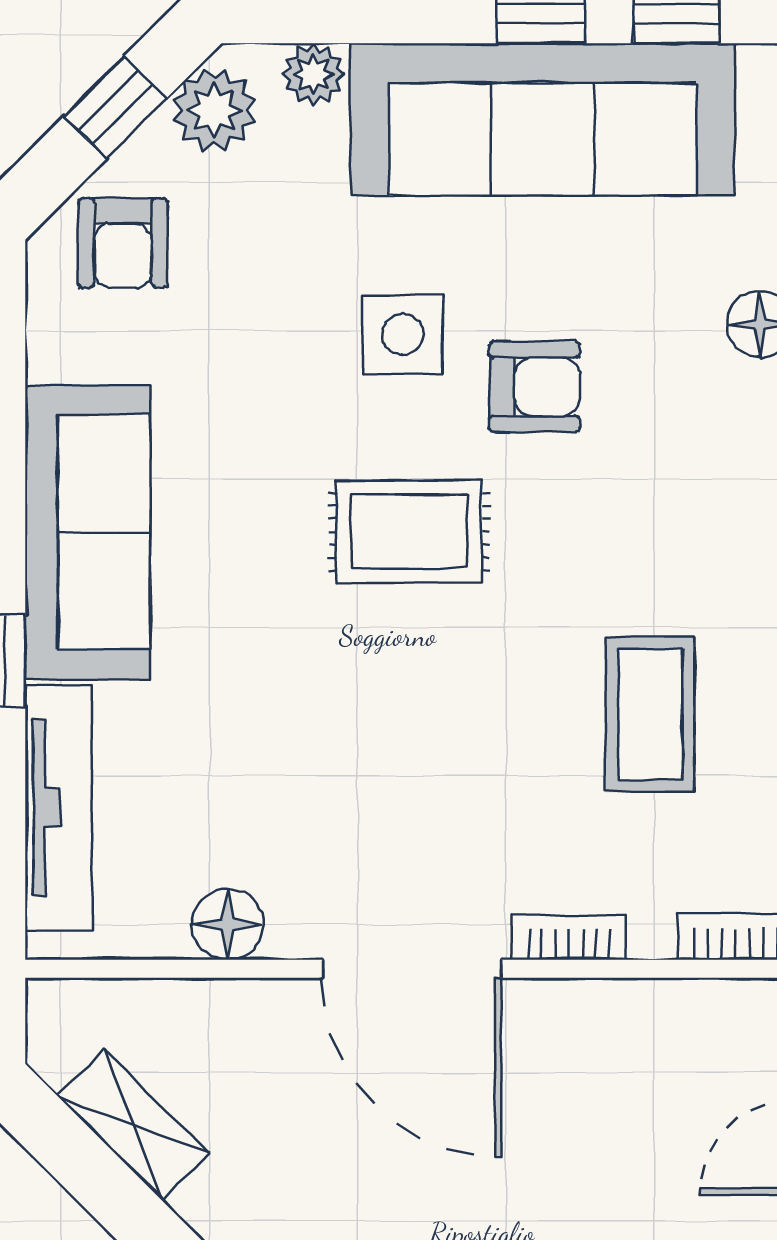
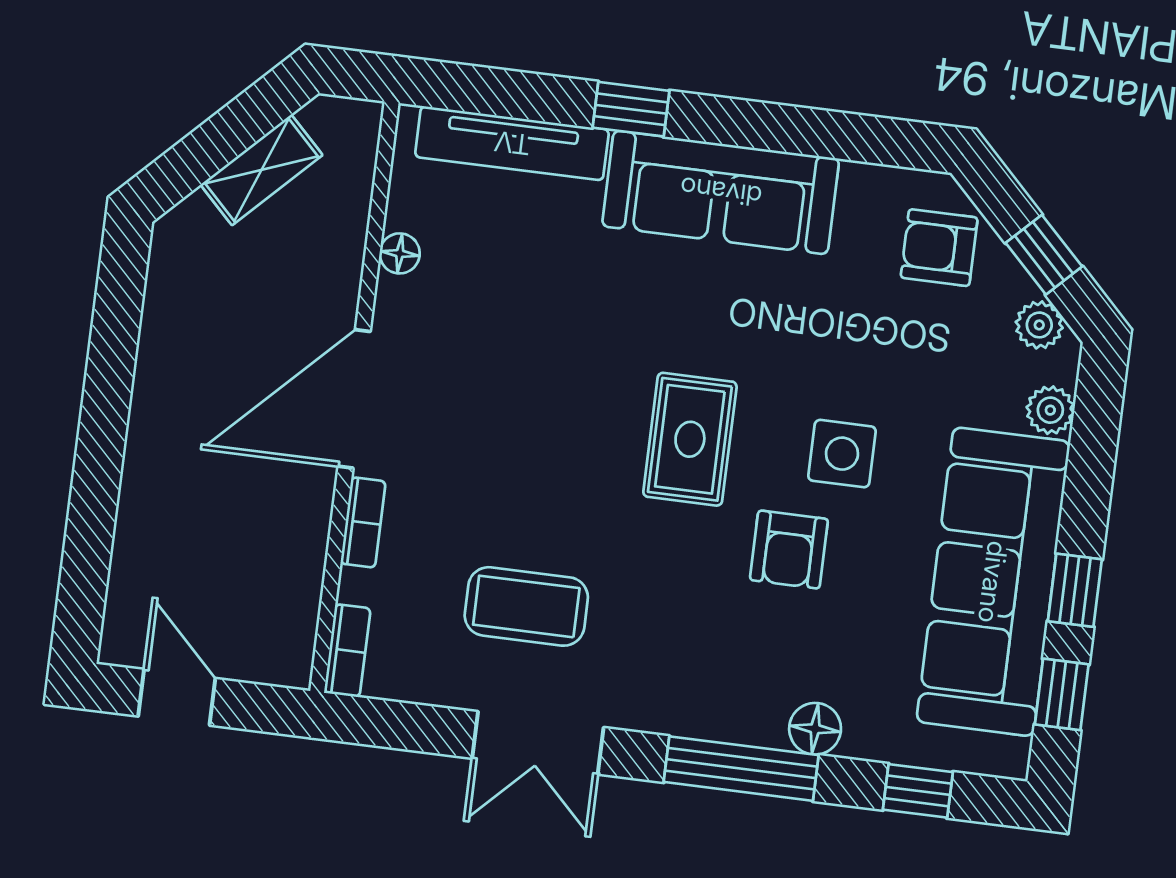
plant: (214, 110) -> (1039, 325), width x0.73, depth x0.73
floor lamp: (228, 924) -> (400, 253), width x0.73, depth x0.73

